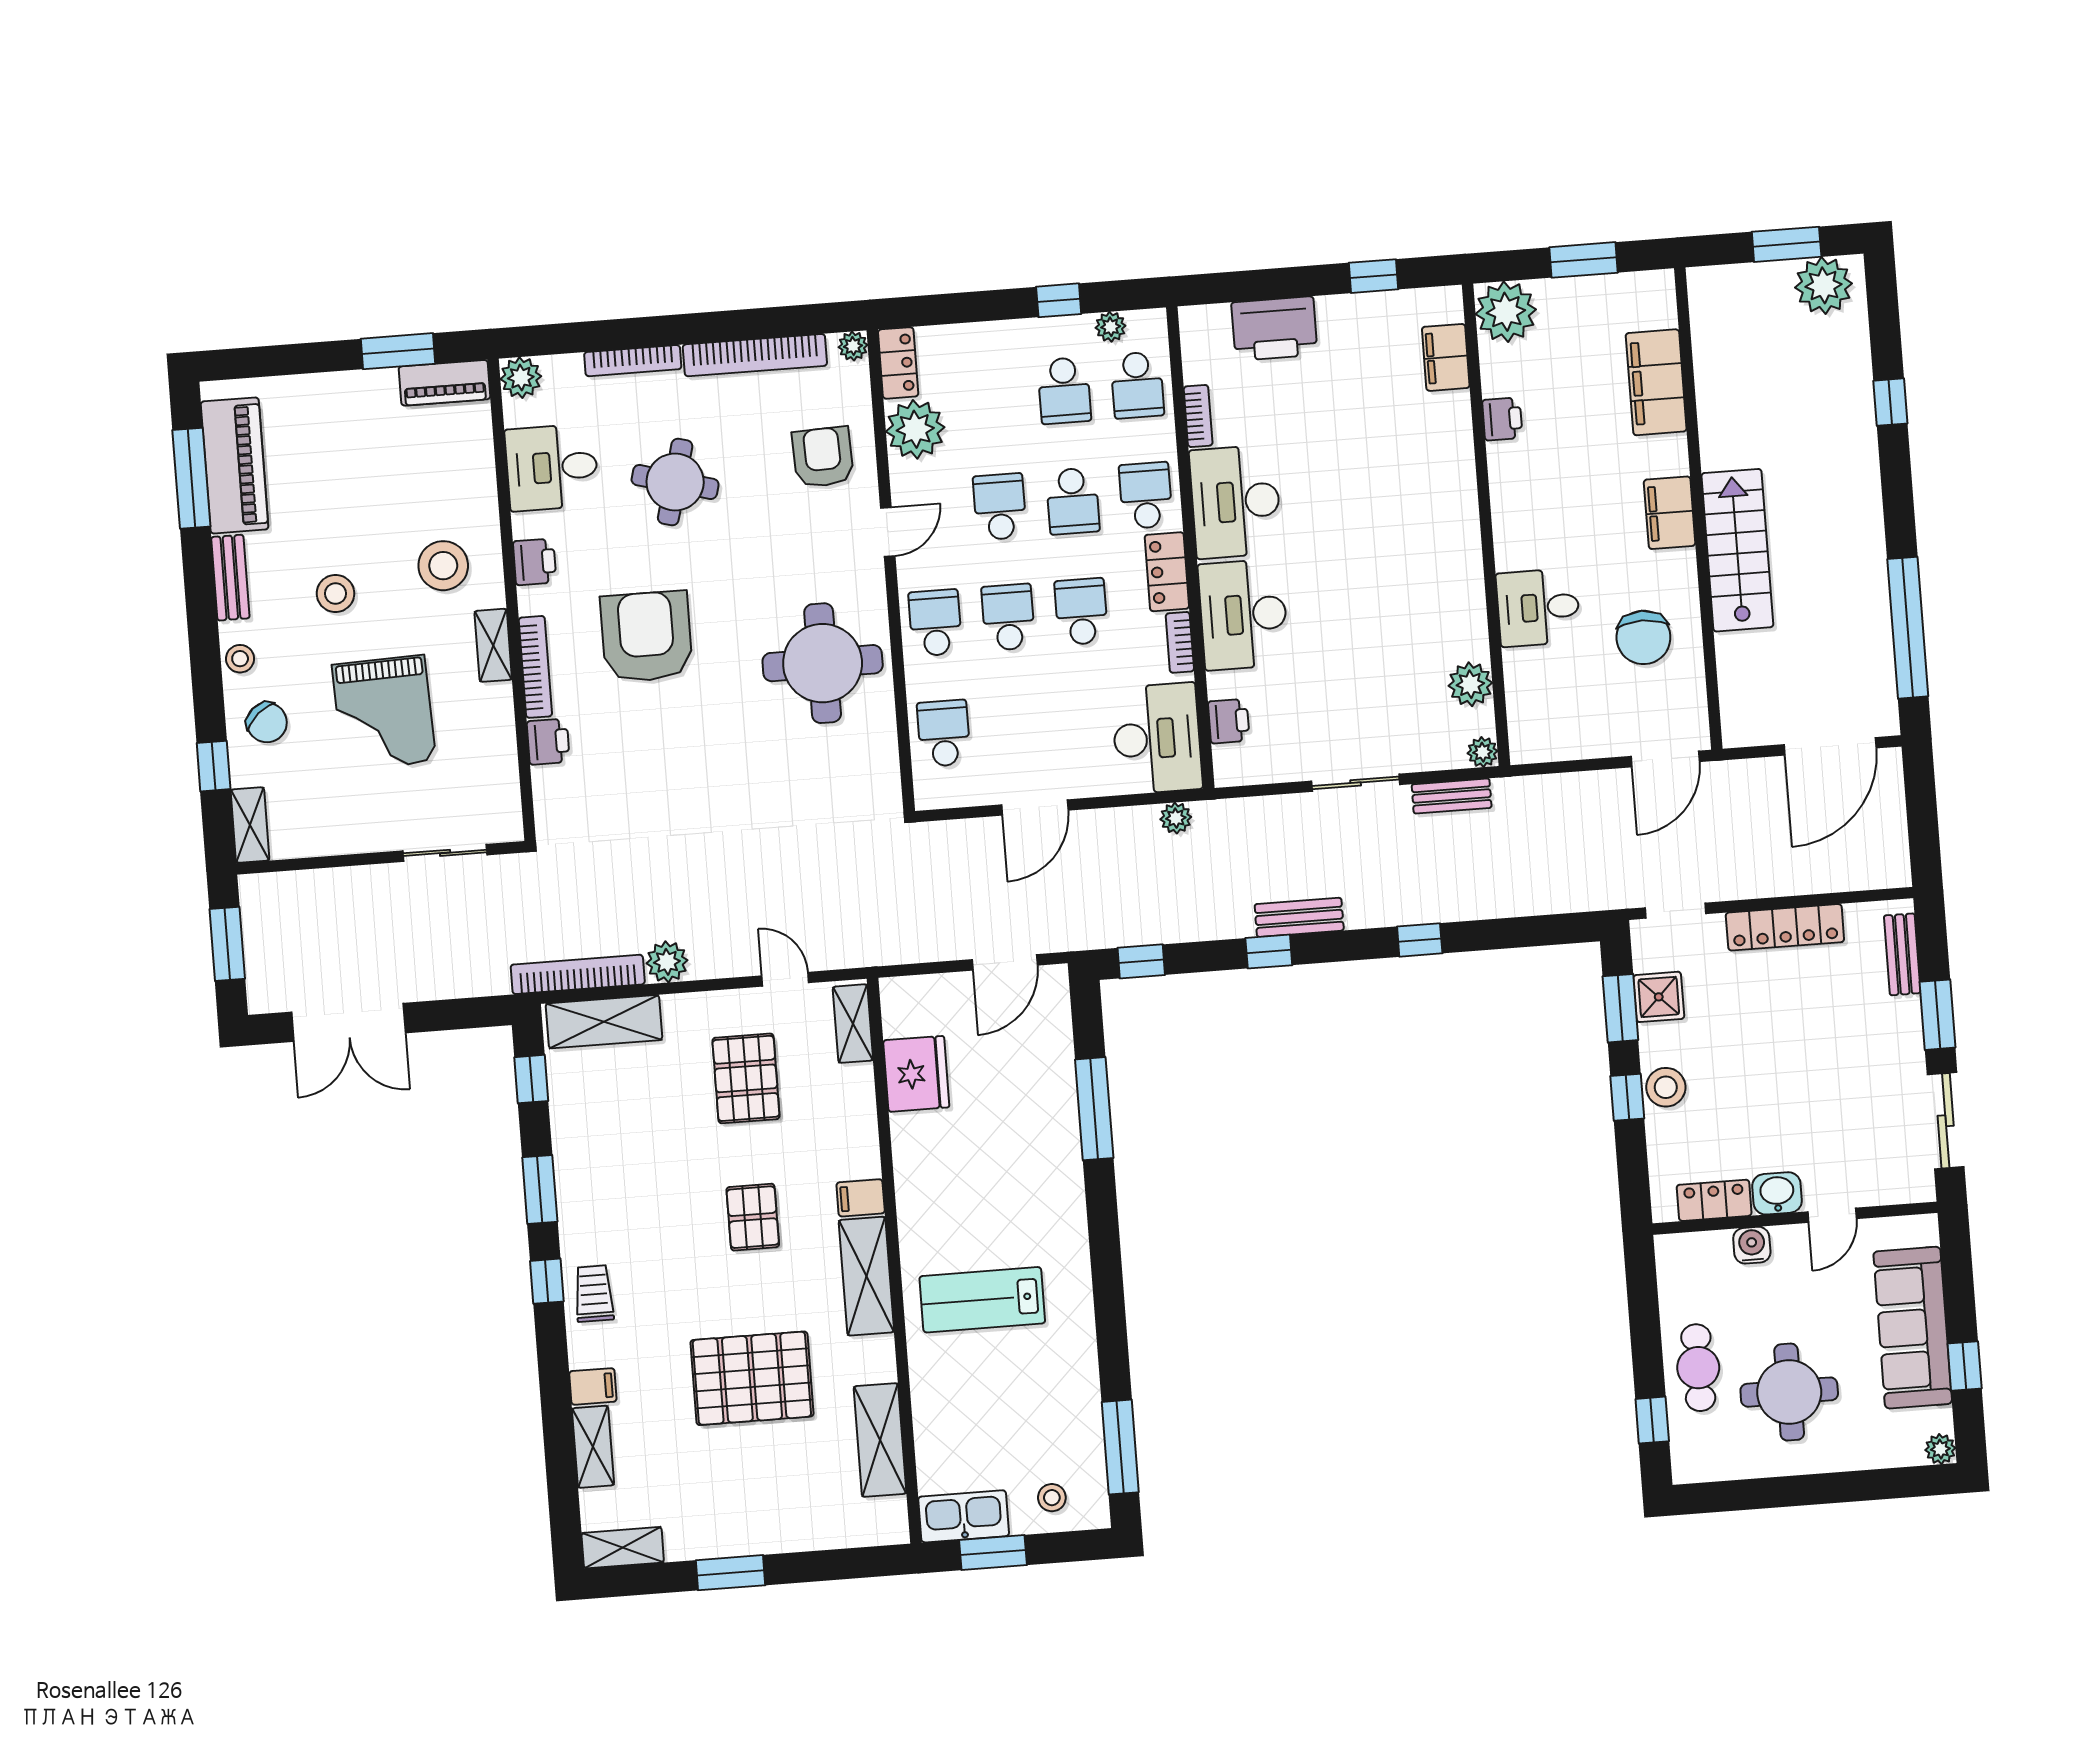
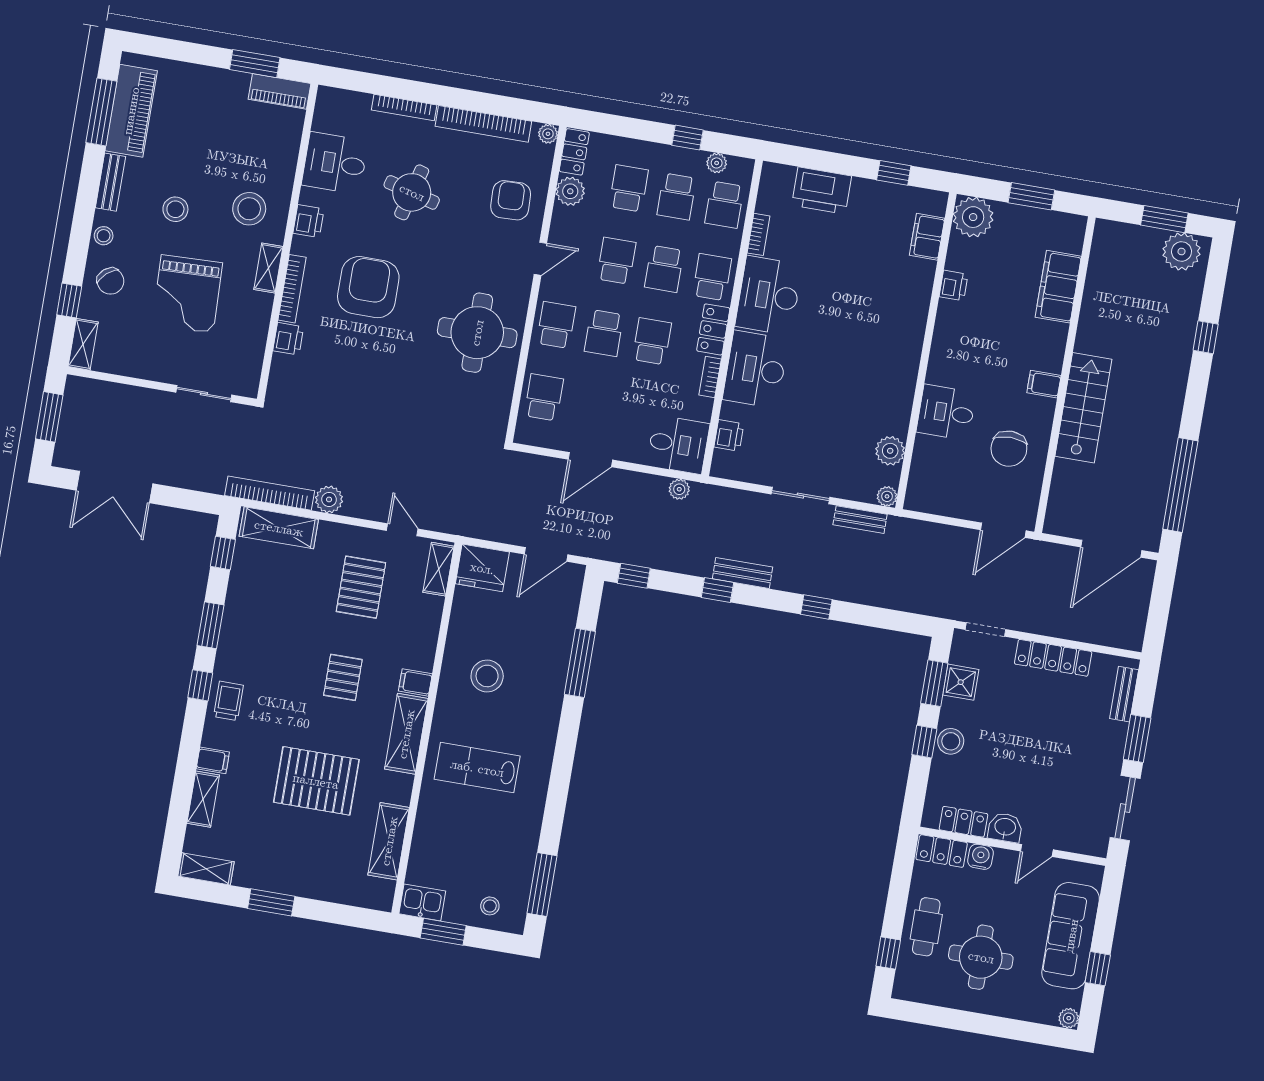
plant: (521, 378) -> (329, 100), removed
school desk: (991, 396) -> (629, 188), added
plant: (915, 429) -> (570, 191), width x0.73, depth x0.73
filing cabinet: (1670, 513) -> (1044, 384), width x0.50
school desk: (1008, 617) -> (604, 333), turned 180
desk: (1157, 738) -> (678, 445), width x0.73
fridge: (916, 1074) -> (482, 568), moved, turned 90
stool: (963, 1162) -> (487, 676), added
locker: (1693, 1251) -> (942, 851), added
kitchen sink: (964, 1516) -> (422, 902), width x0.73

